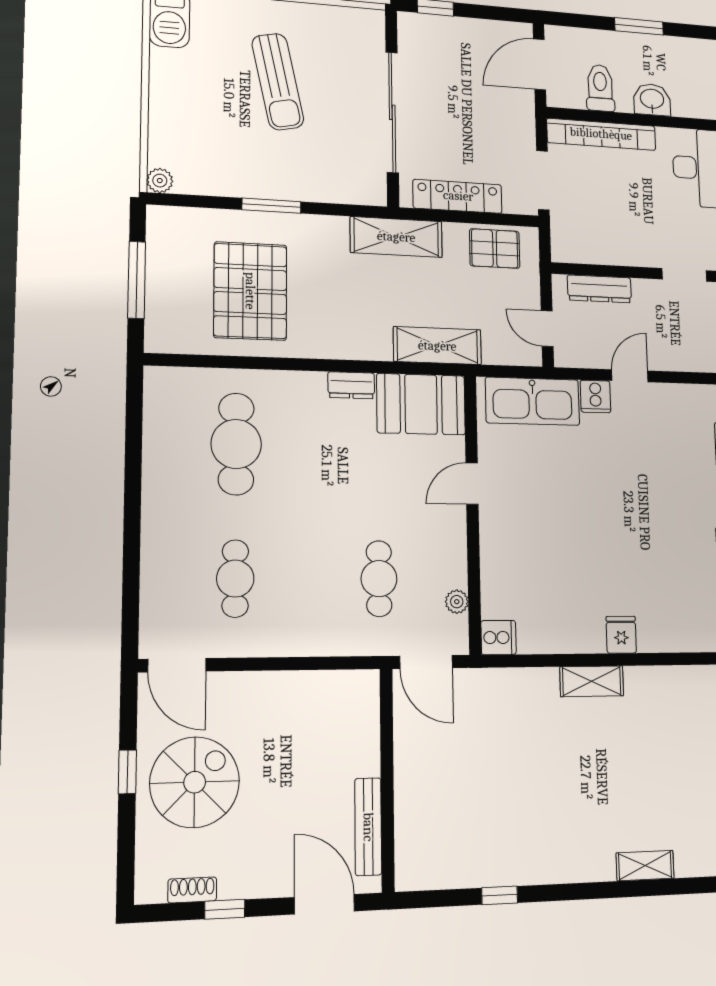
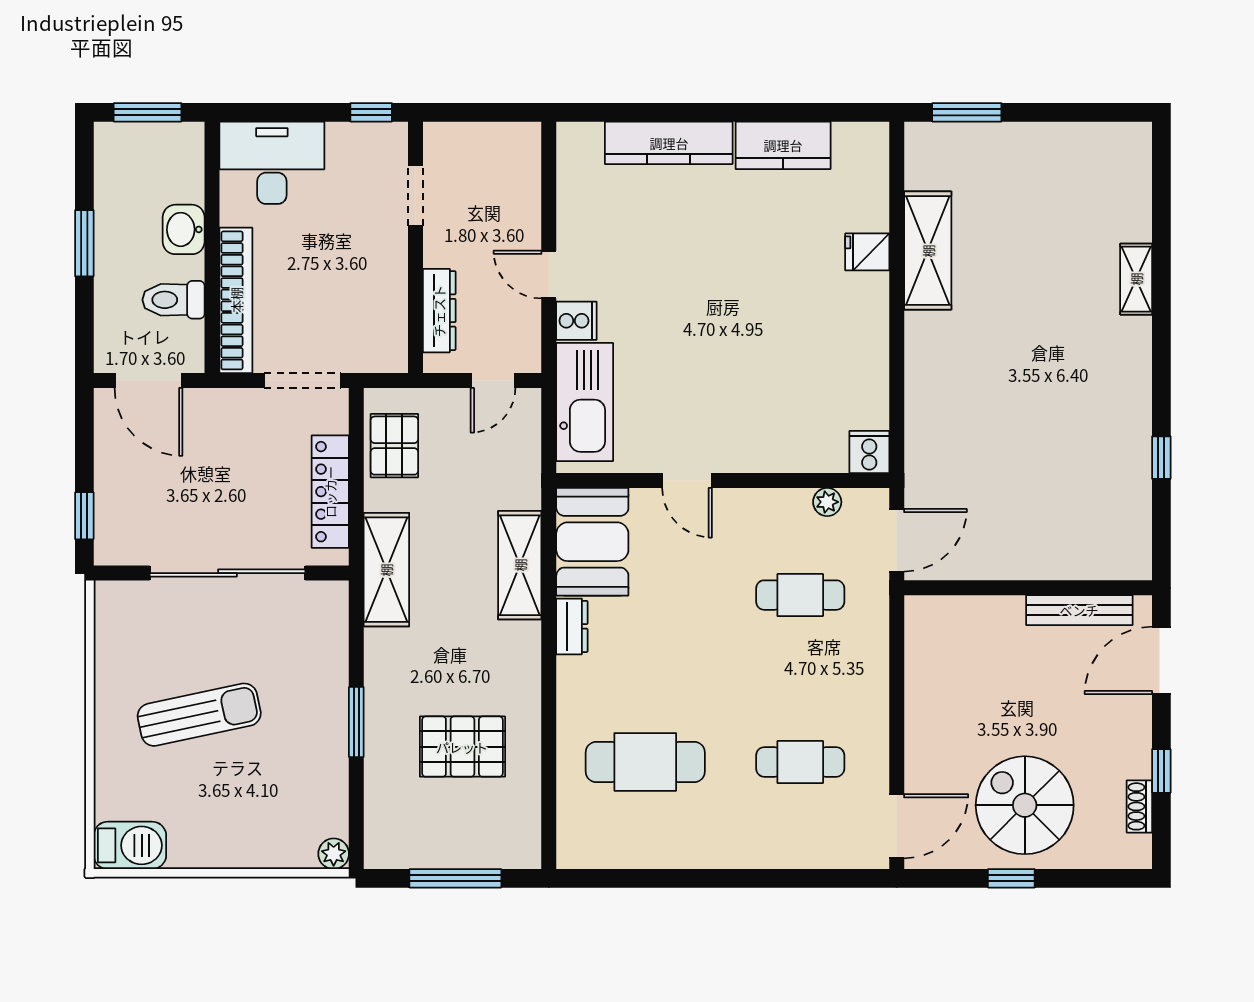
pallet: (250, 291) -> (462, 747), width x0.73, depth x0.71
shelving: (437, 346) -> (520, 565), moved
fridge: (621, 635) -> (867, 252), moved
shelving: (592, 681) -> (928, 251), moved, width x1.50, depth x1.33

